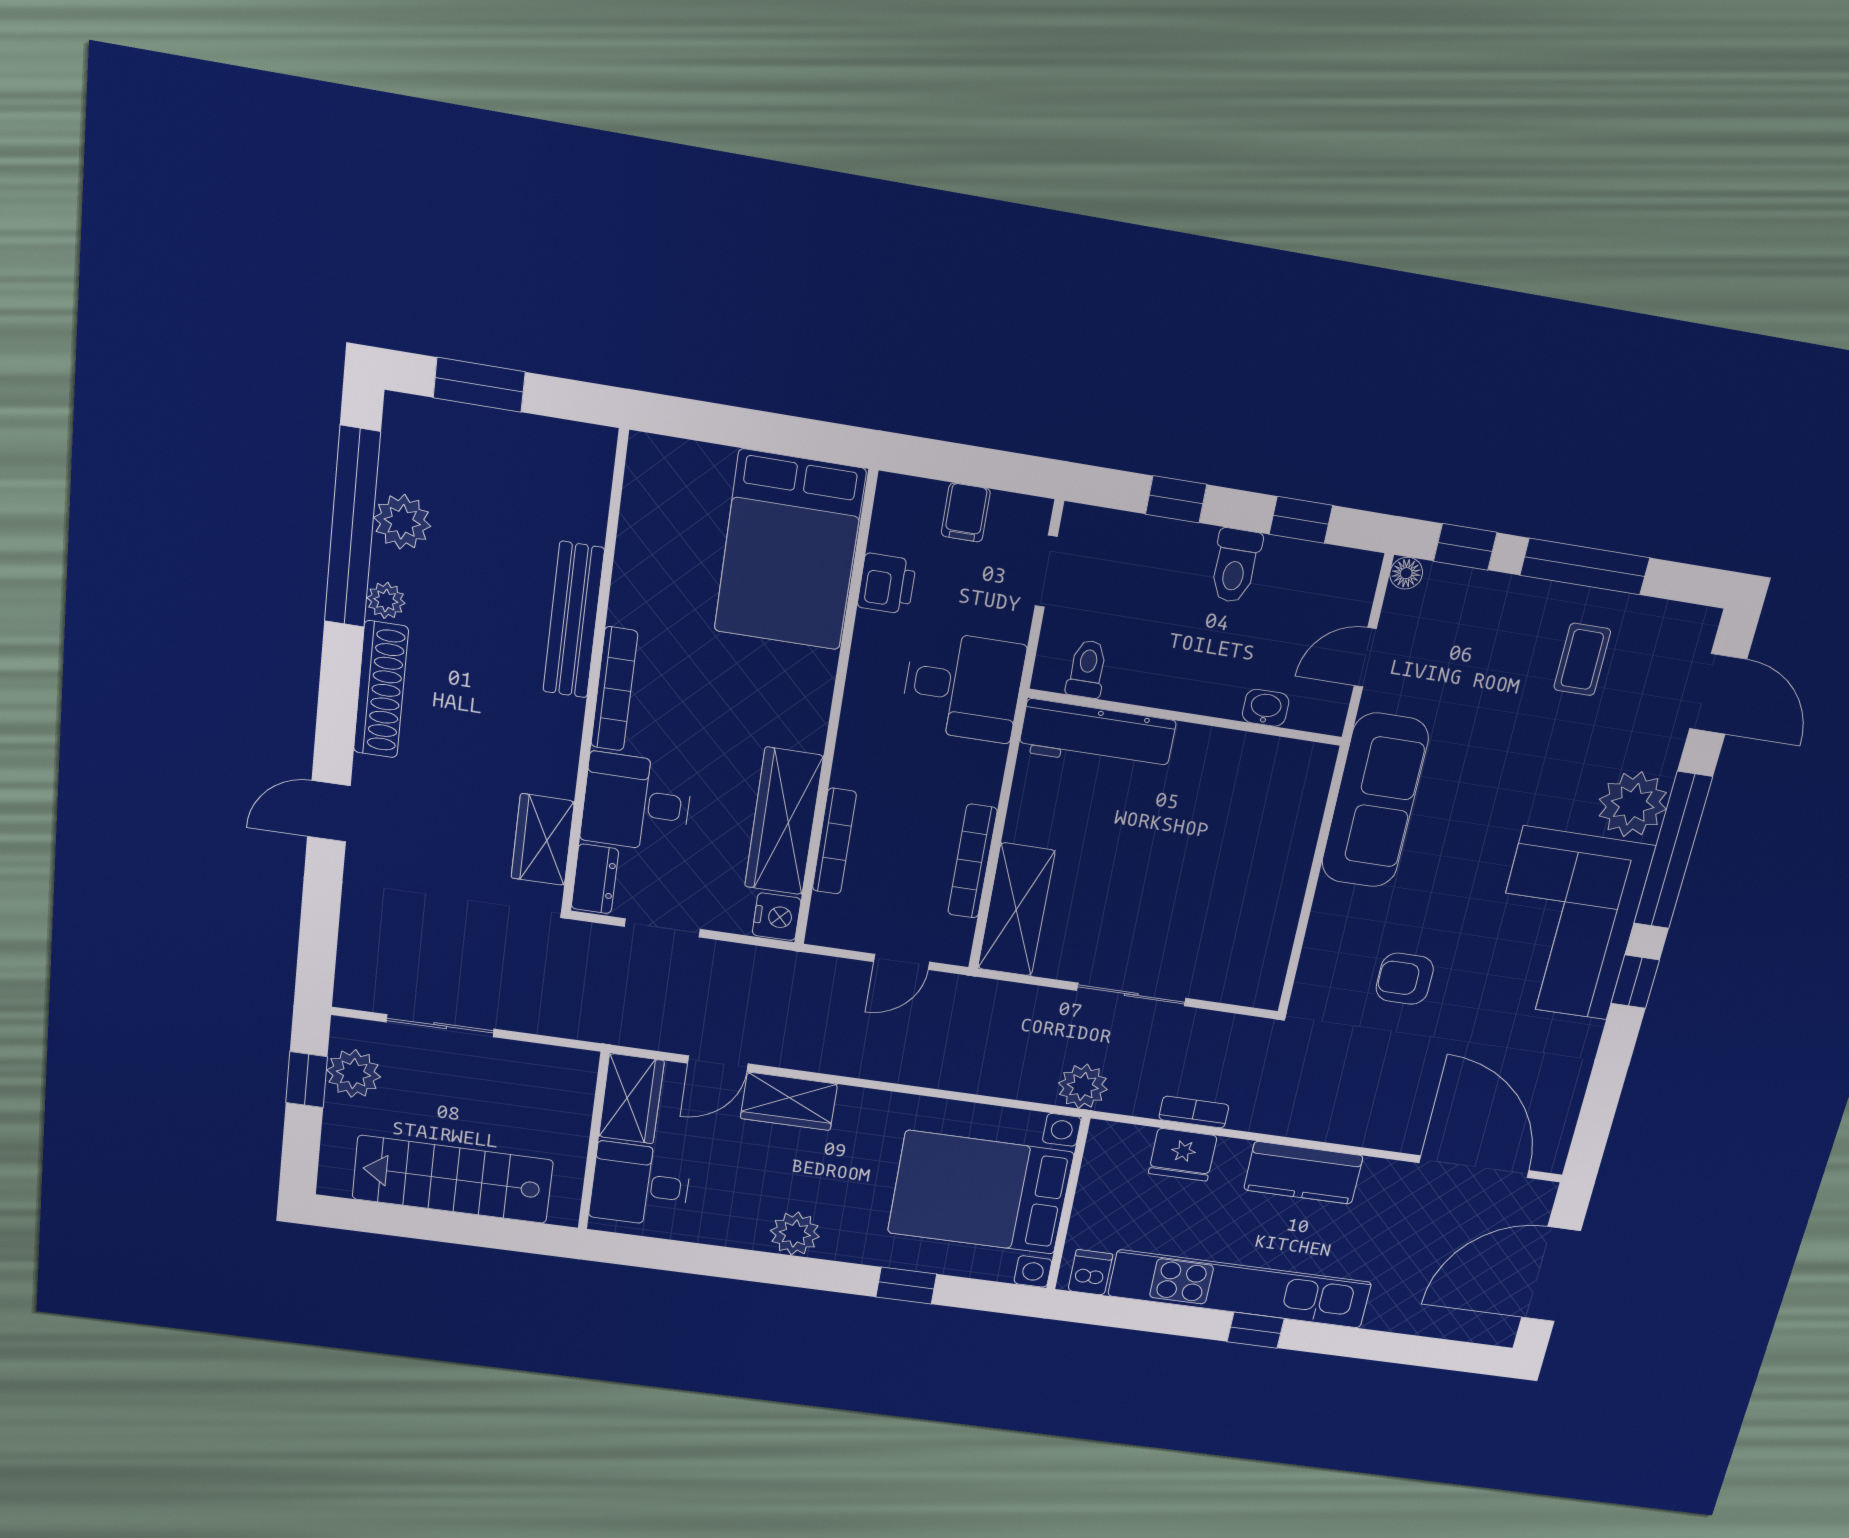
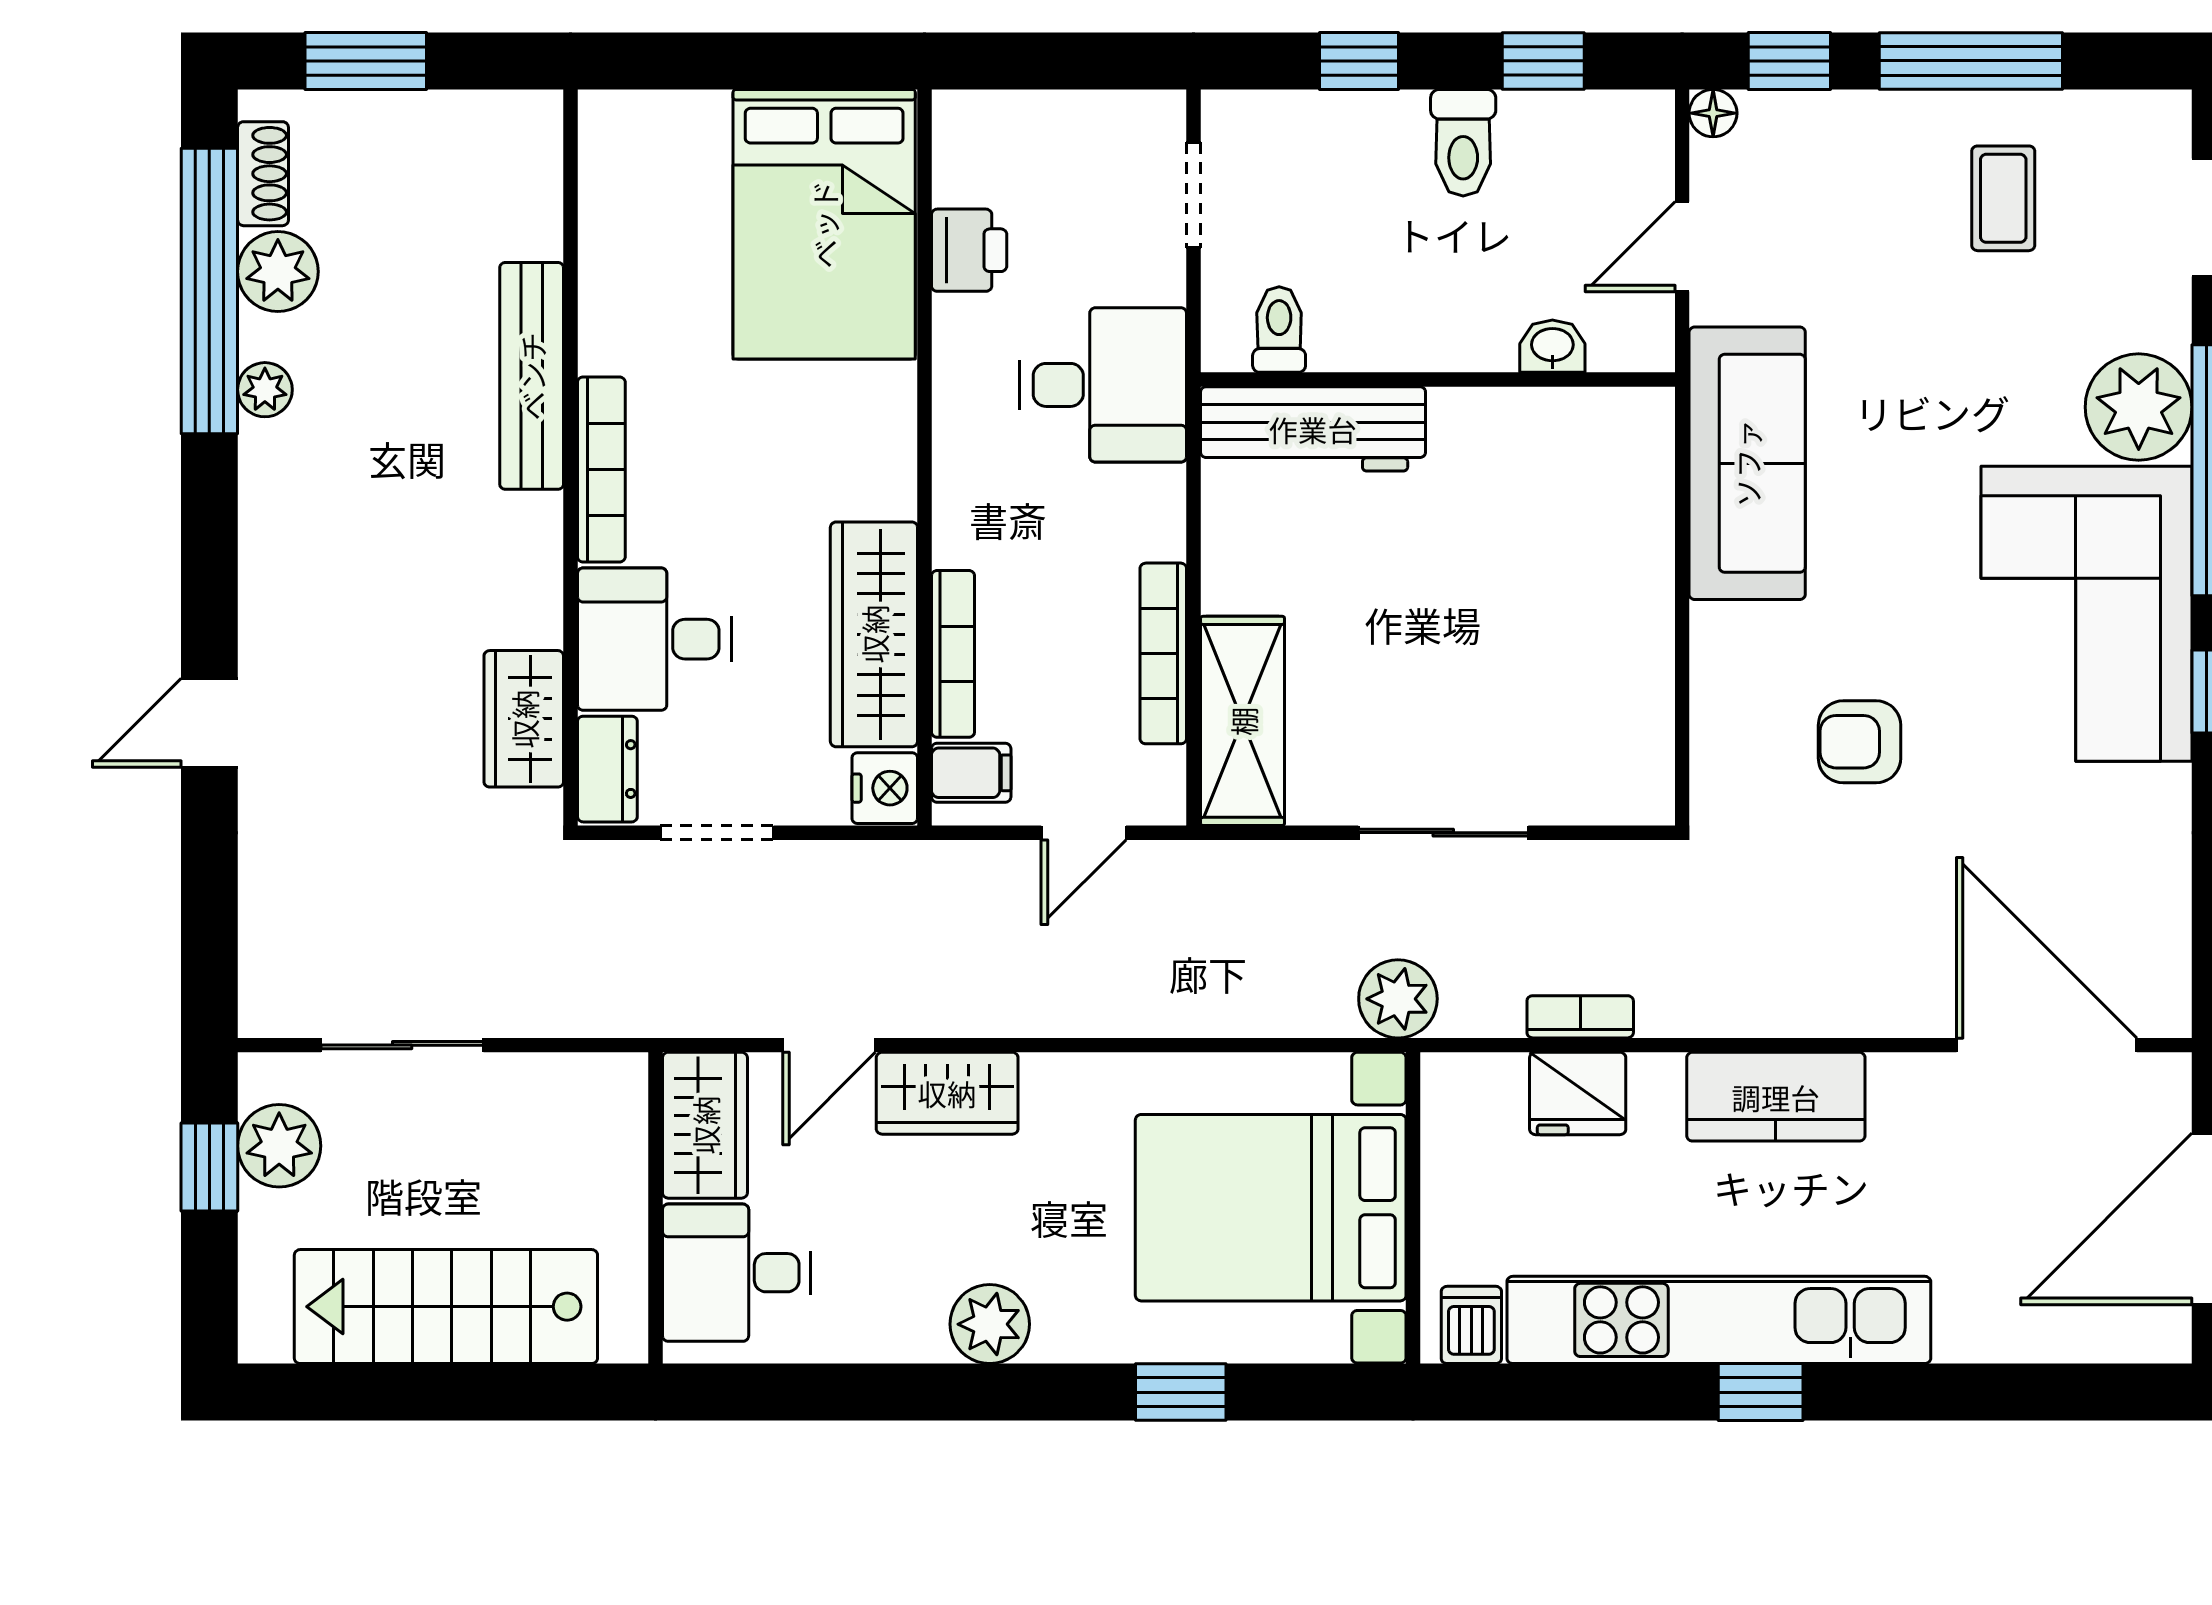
filing cabinet: (966, 513) -> (971, 773), moved, turned -90
shoe rack: (381, 690) -> (263, 174), moved, width x0.51, depth x0.81

